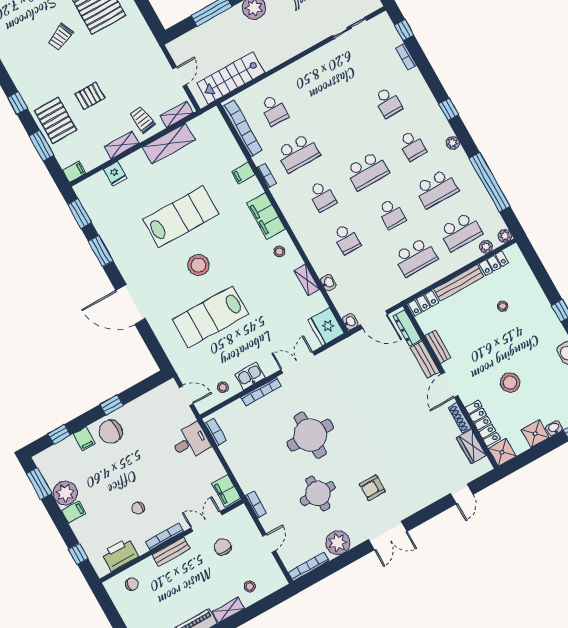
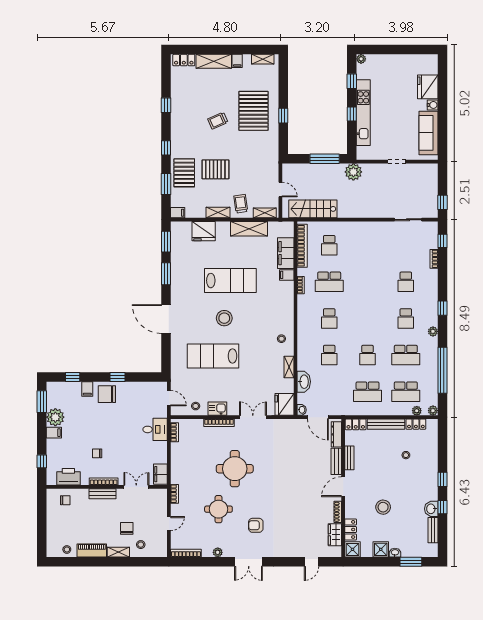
door: (180, 77) -> (280, 190), hinge flipped
pallet: (90, 96) -> (215, 169), width x1.50, depth x1.42
school desk: (367, 171) -> (367, 318), removed
fridge: (115, 173) -> (204, 231), width x1.88, depth x1.34
filing cabinet: (266, 216) -> (286, 253), moved
washbasin: (328, 283) -> (304, 382), width x1.91, depth x1.45
locker: (483, 423) -> (351, 529), width x0.66
plant: (338, 543) -> (218, 552), width x0.53, depth x0.53
chair: (222, 547) -> (127, 528), moved

